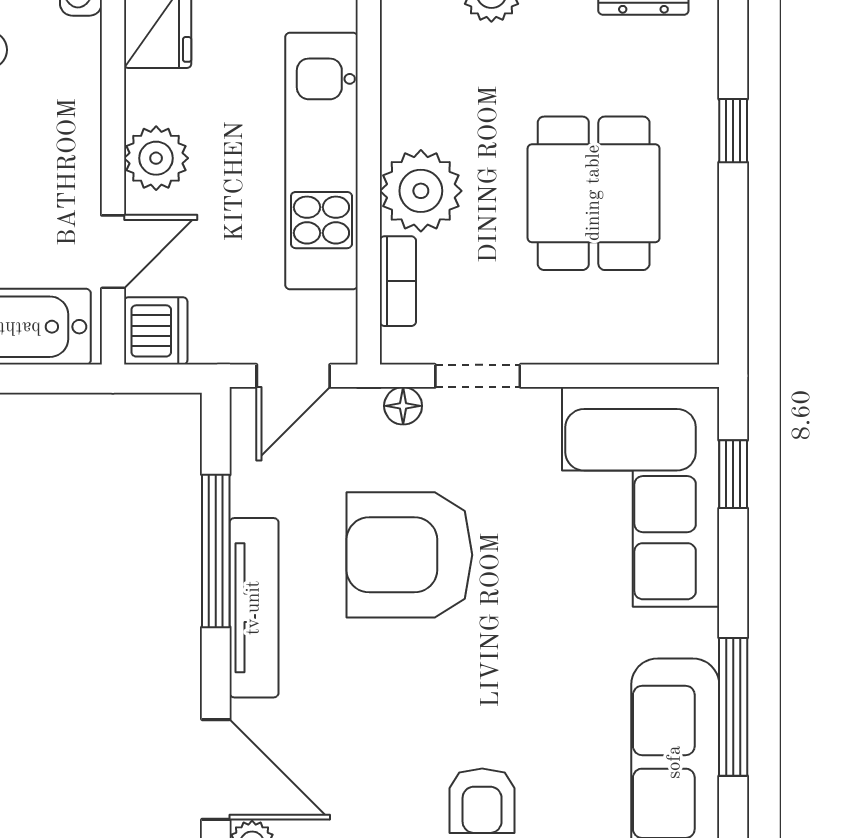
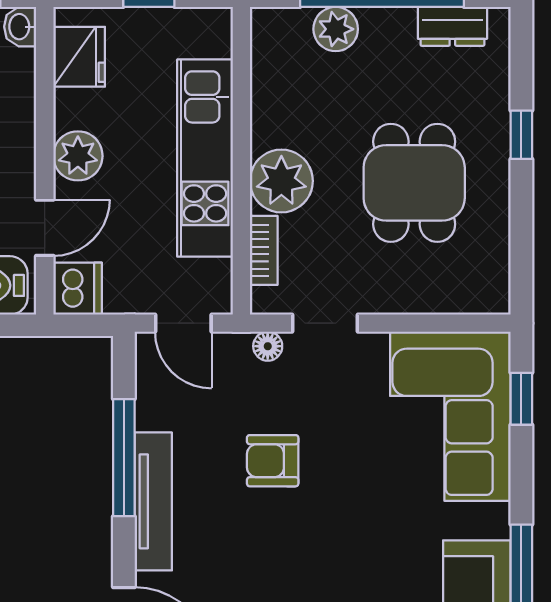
door: (293, 376) -> (183, 323), hinge flipped
armchair: (409, 555) -> (273, 461), width x0.53, depth x0.53

